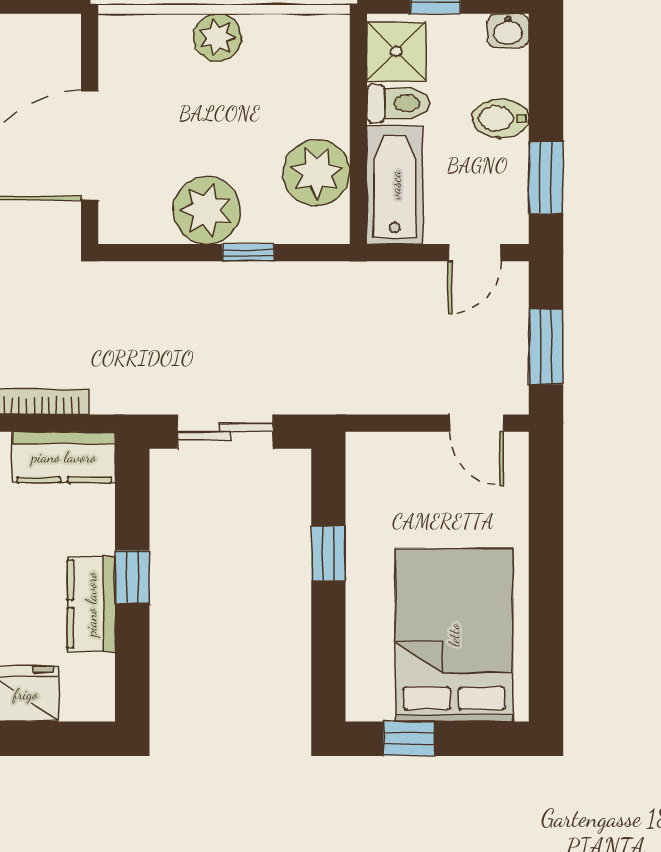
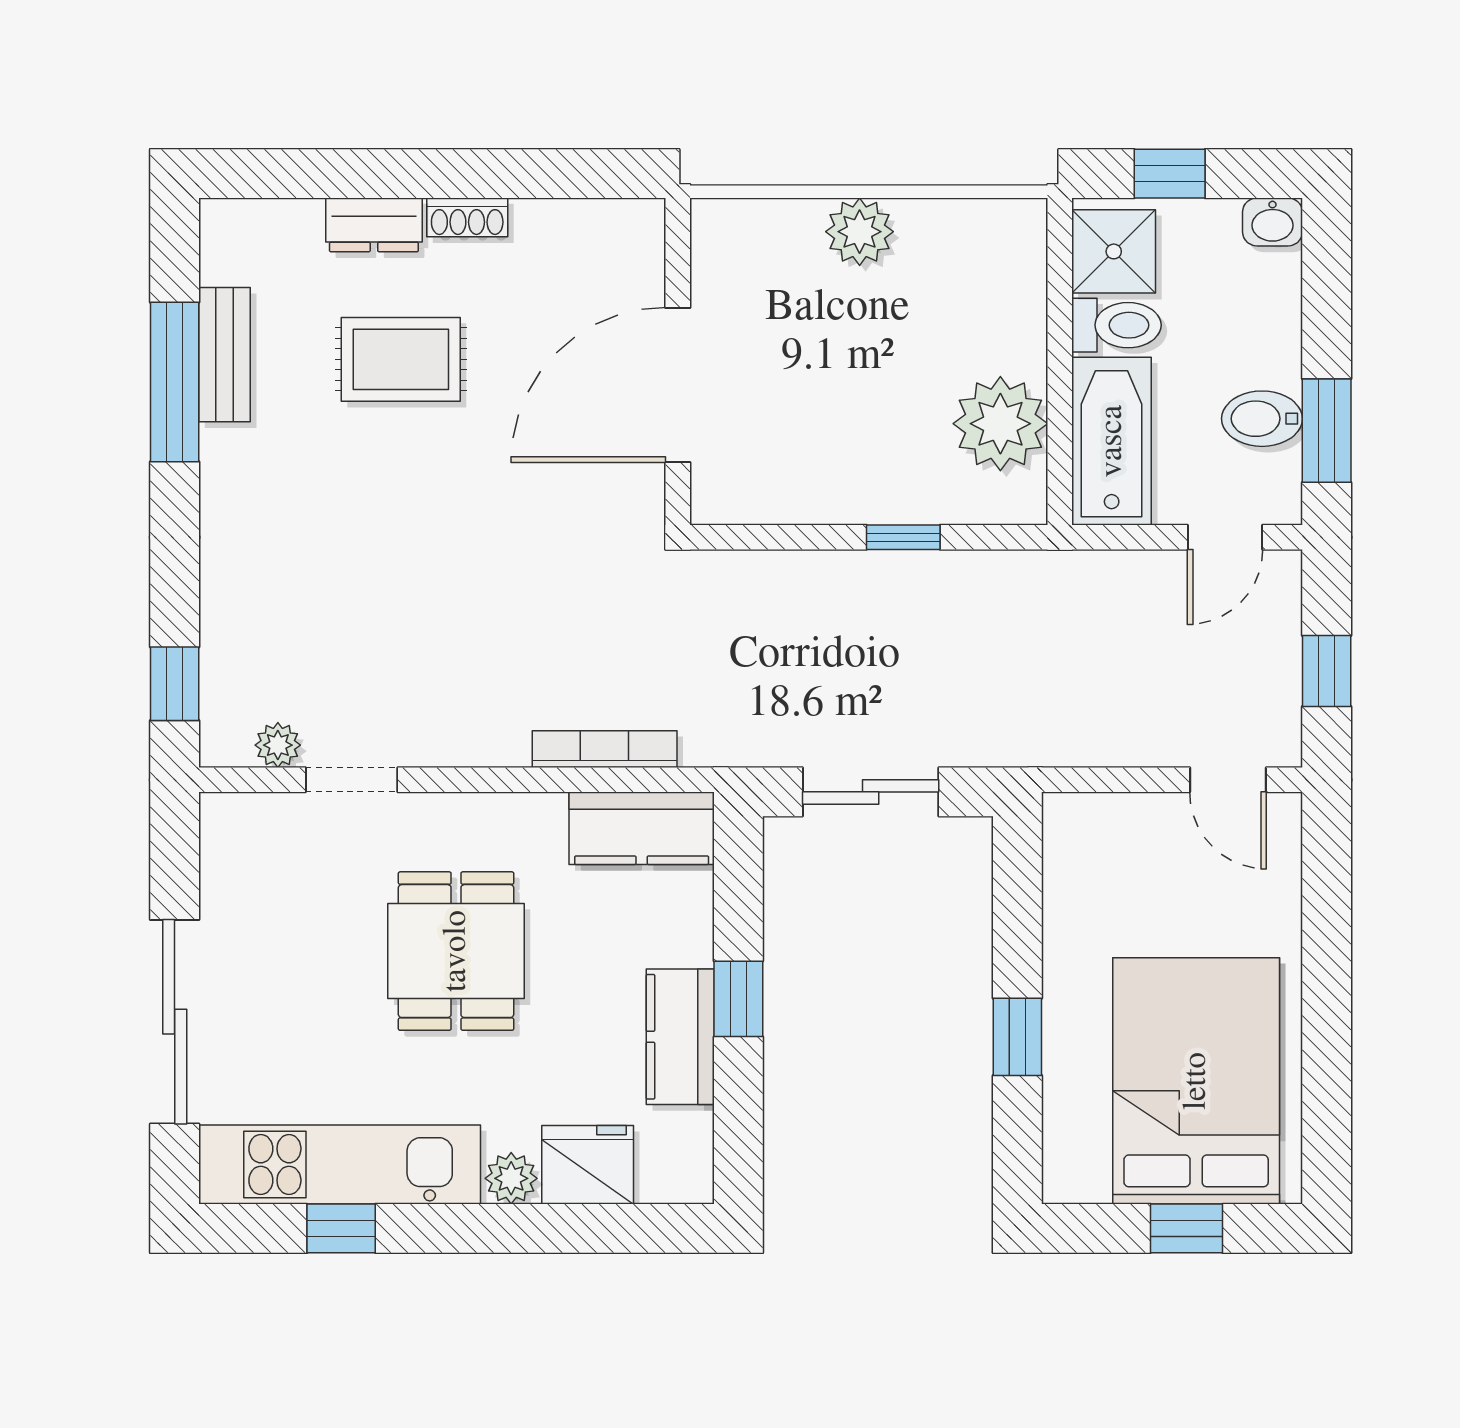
bidet: (501, 118) -> (1262, 419), moved
plant: (207, 210) -> (844, 477), removed
window: (546, 347) -> (1327, 671), width x0.67
window: (328, 553) -> (1017, 1037), moved
window: (409, 739) -> (1187, 1228), moved

